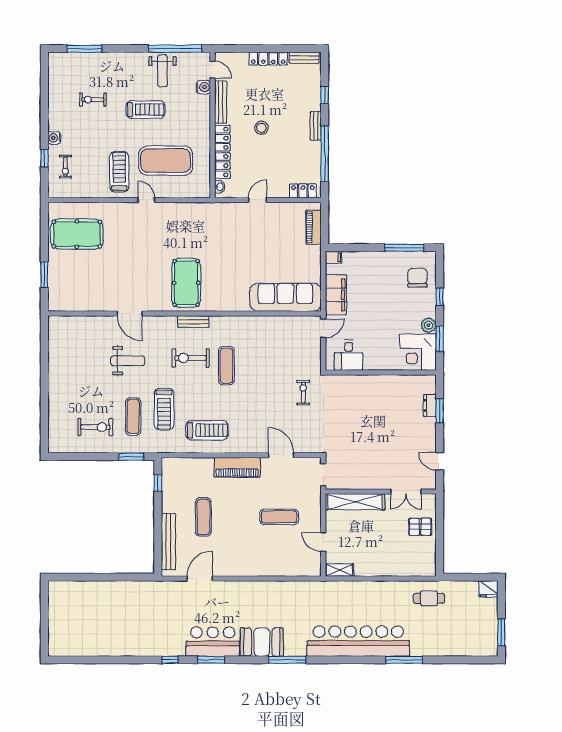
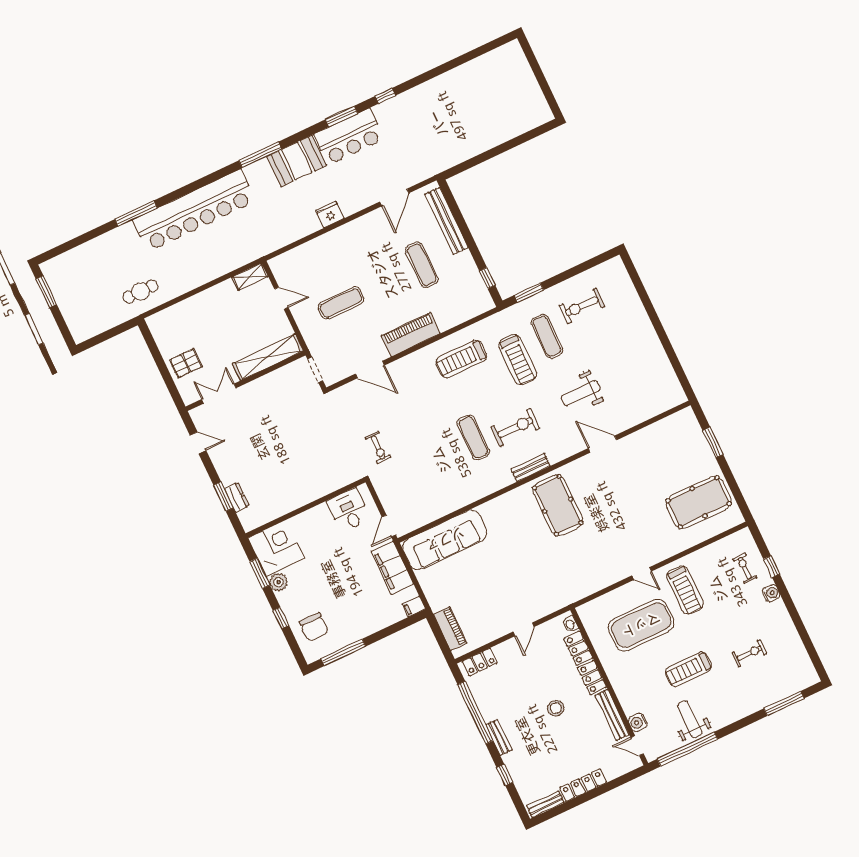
treadmill: (164, 409) -> (518, 360), turned 180
fridge: (488, 589) -> (330, 214), moved

